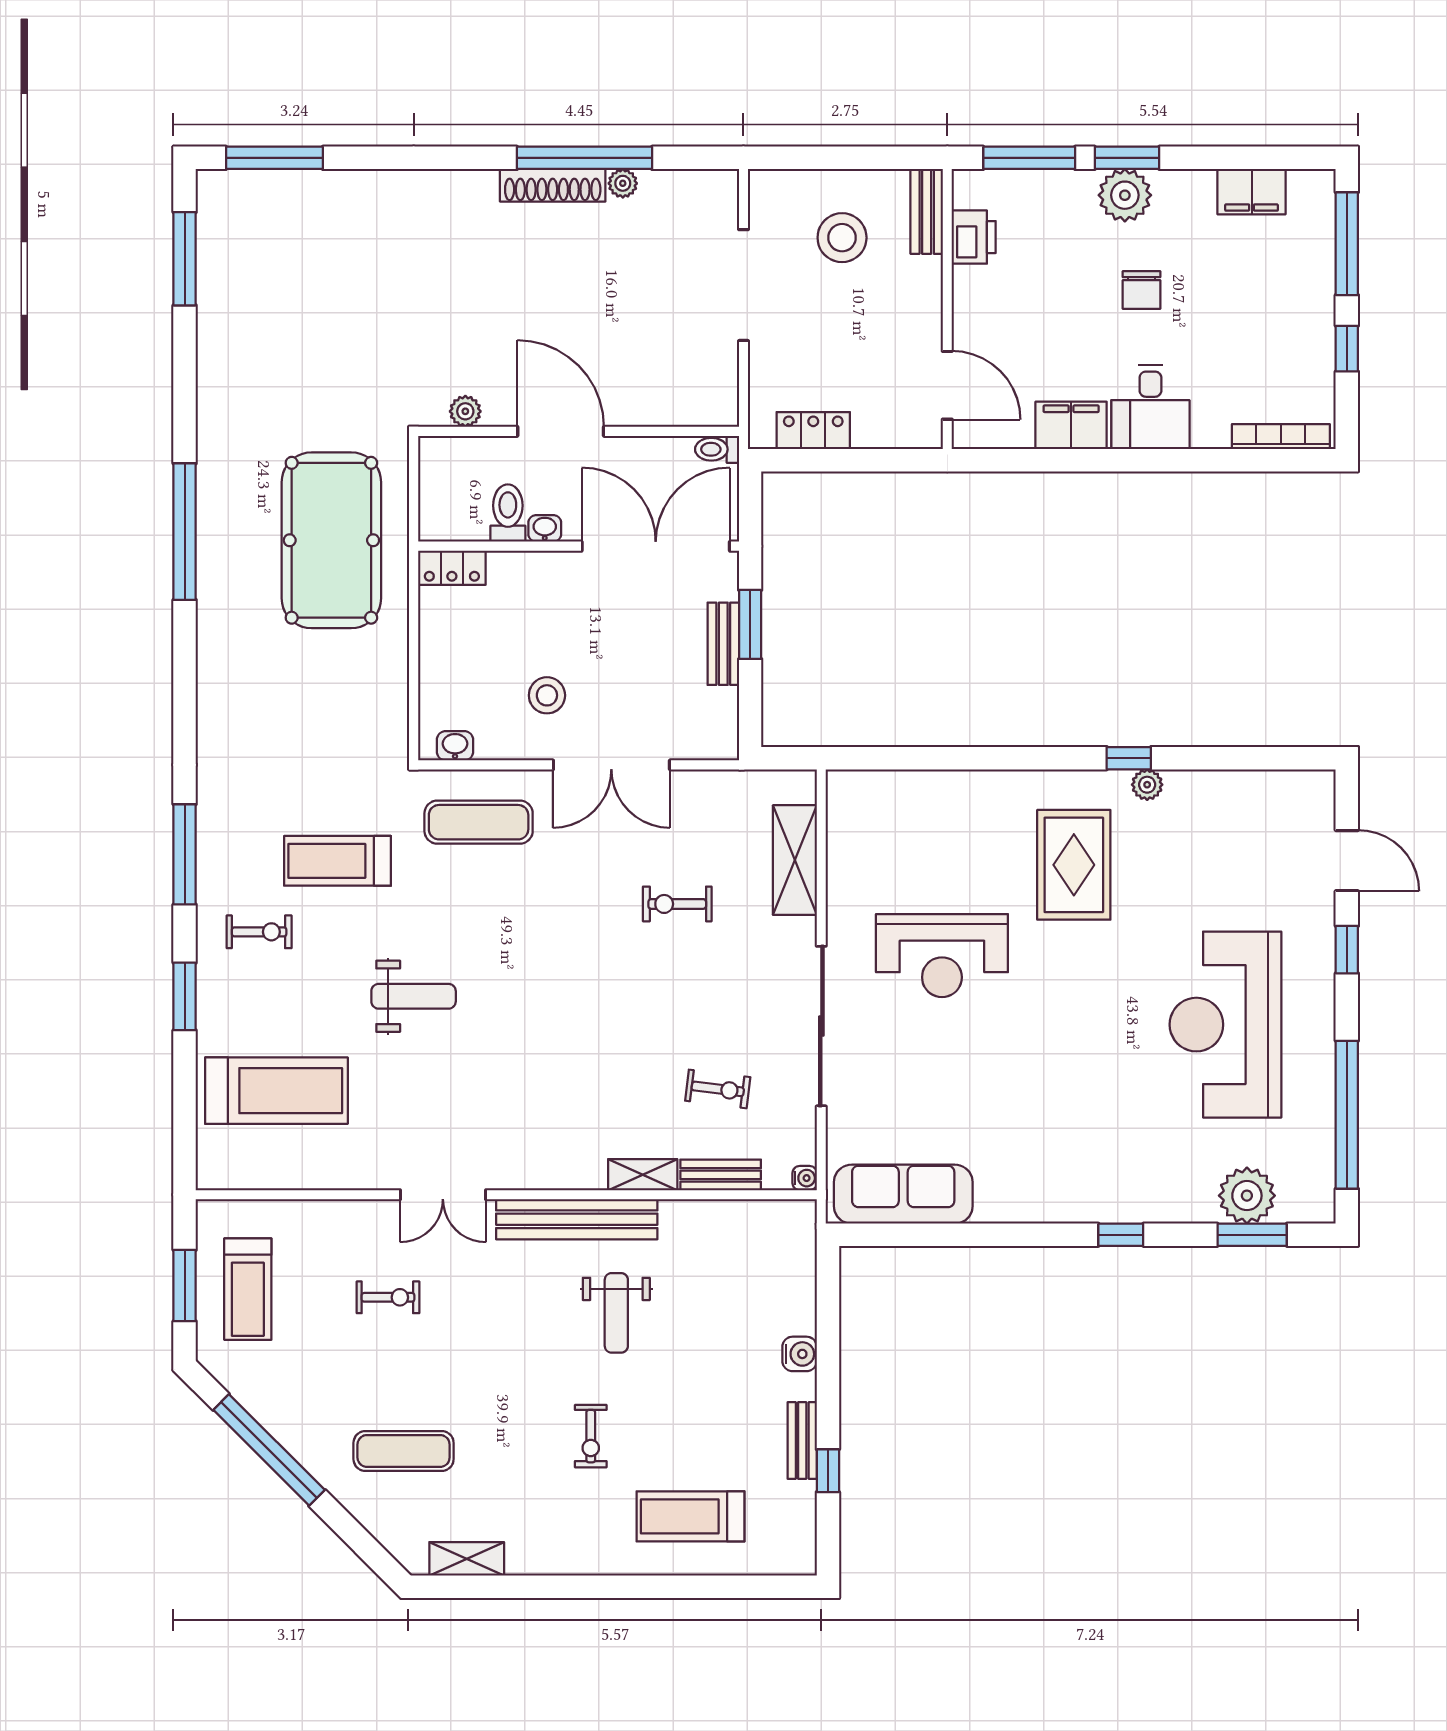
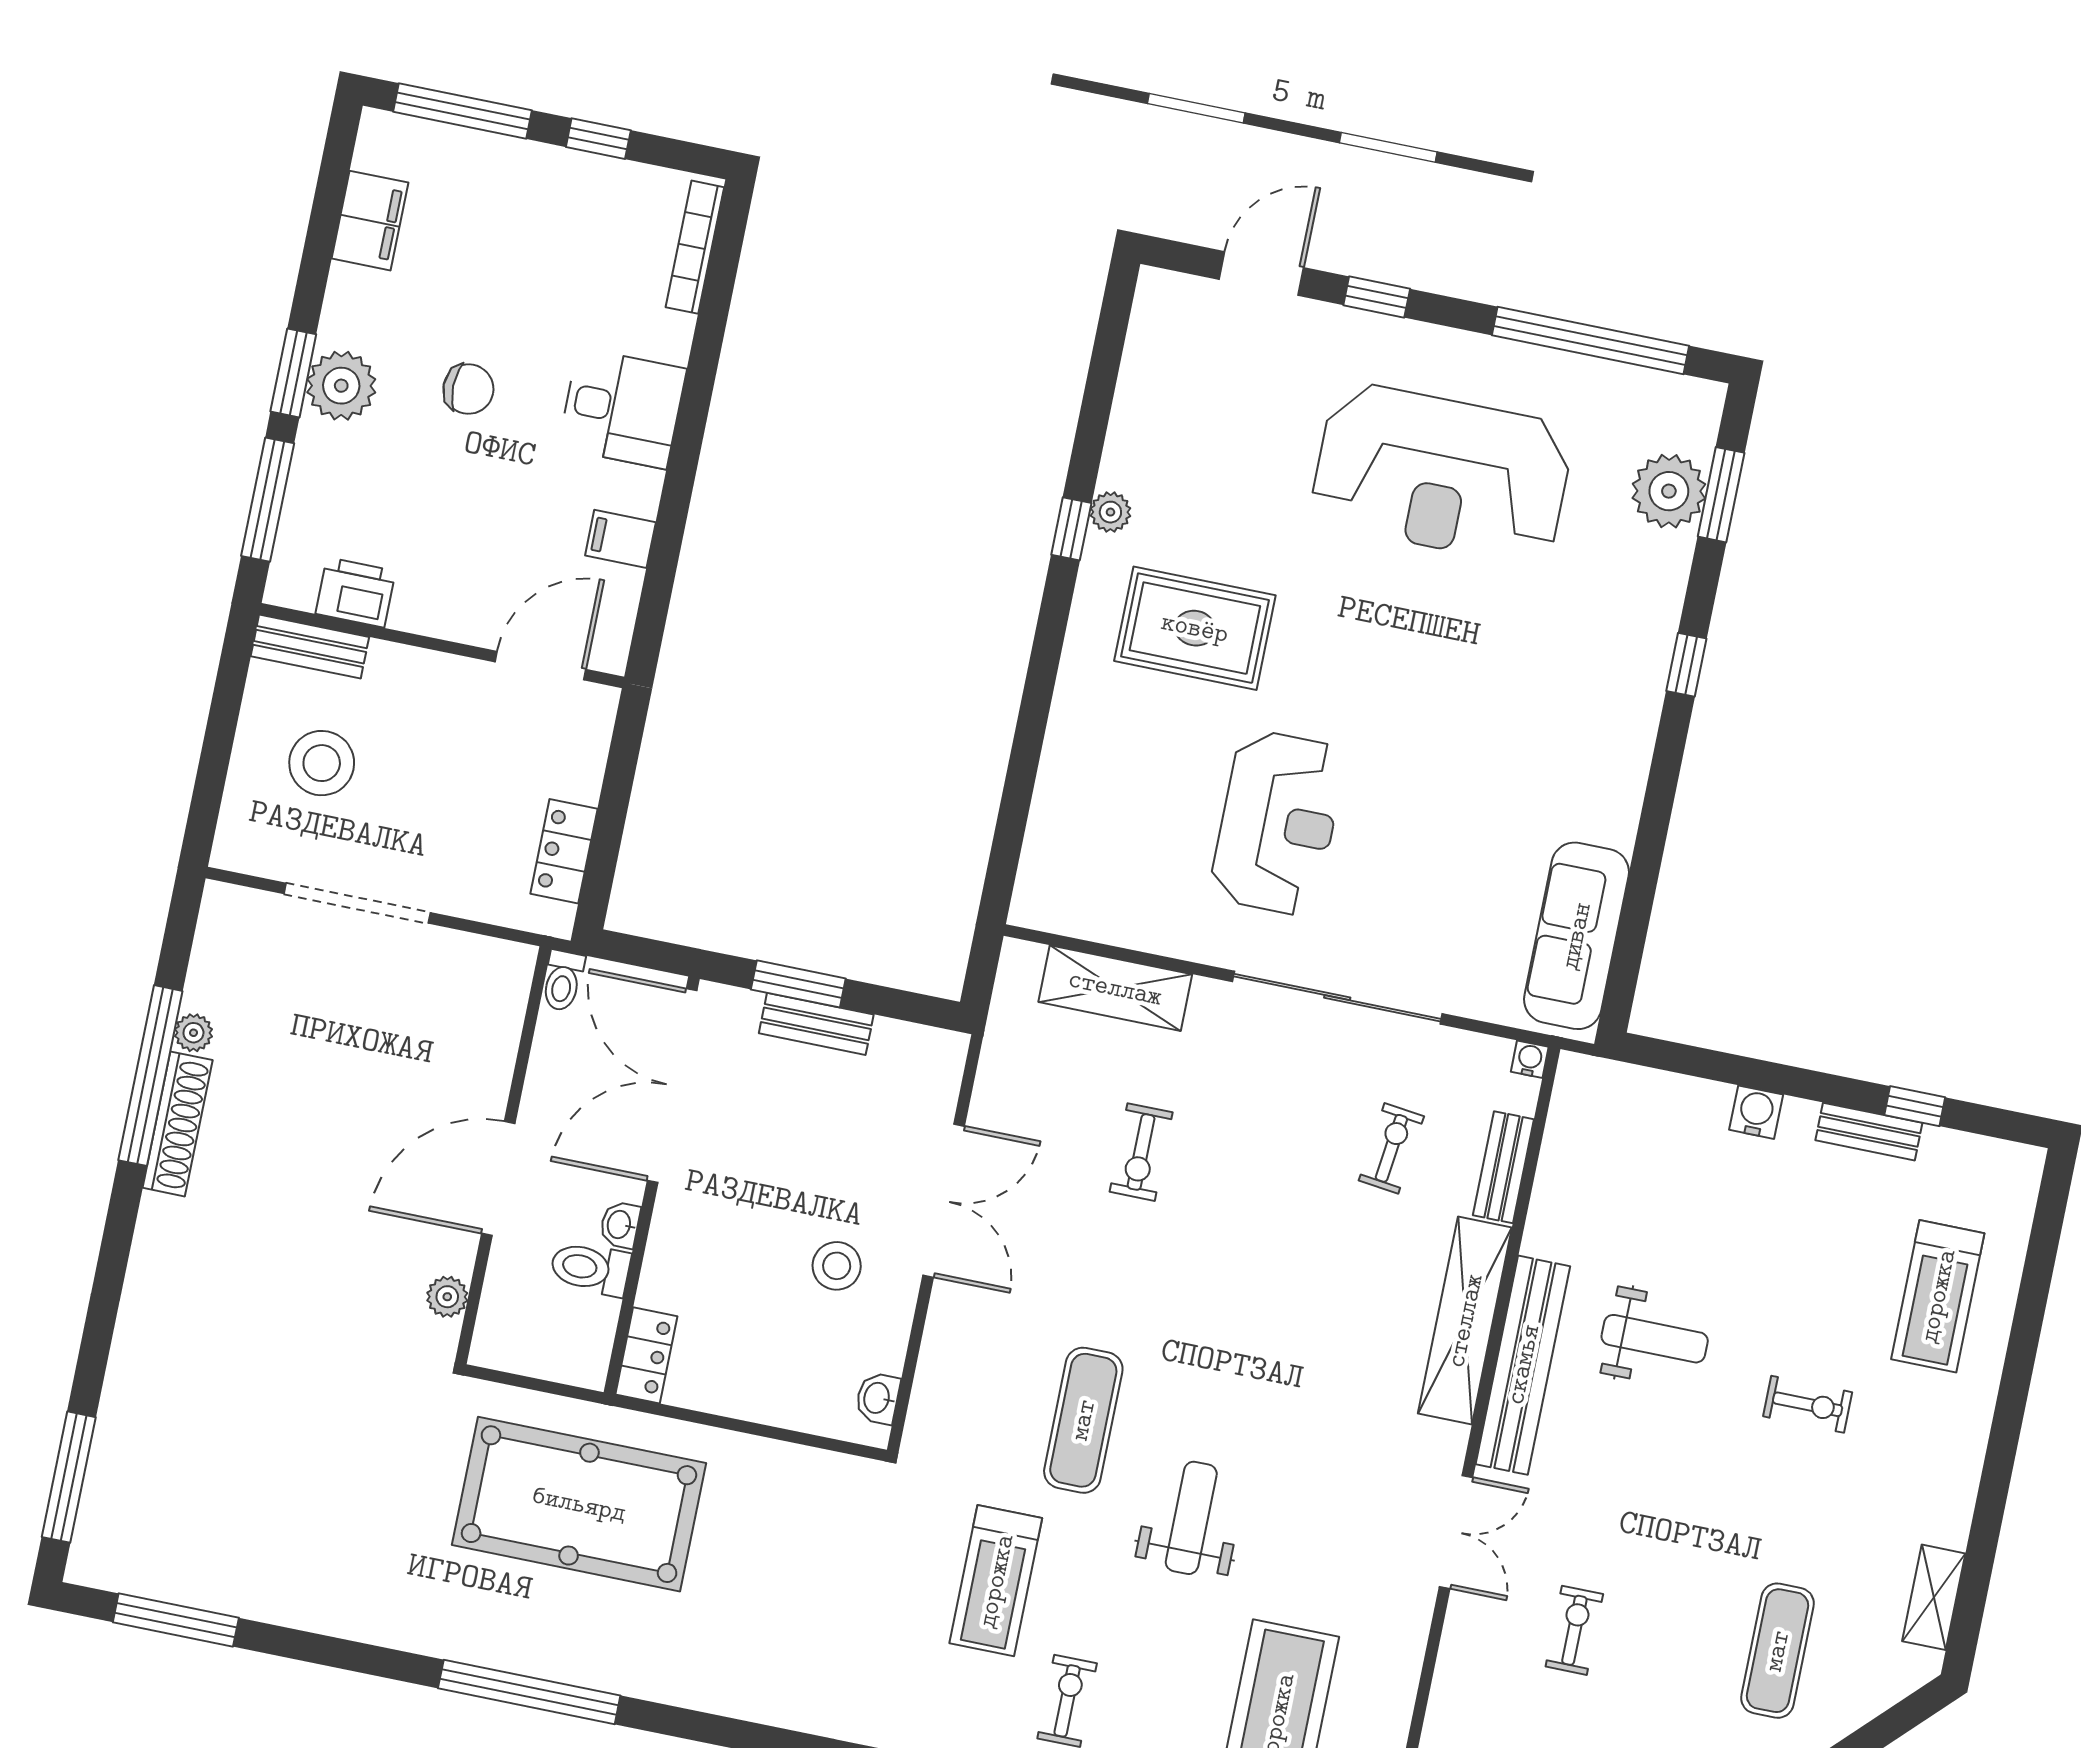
filing cabinet: (1071, 425) -> (620, 539), width x0.50
exercise mat: (479, 822) -> (1083, 1420), moved
shelving: (643, 1175) -> (1465, 1321), width x2.20, depth x1.33

